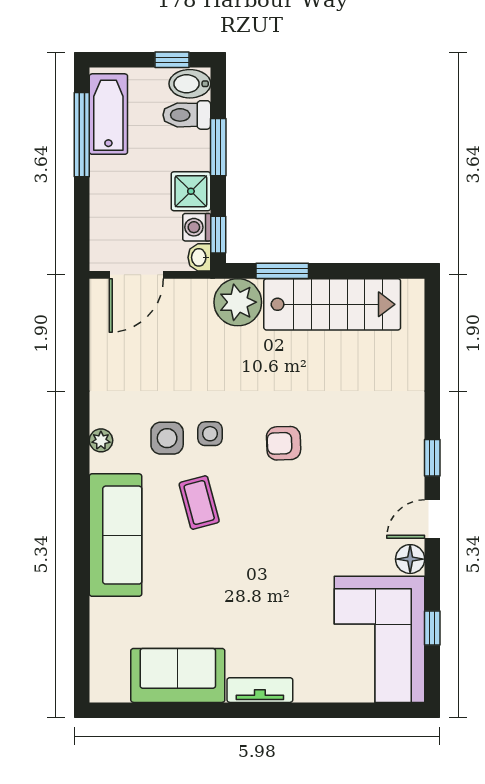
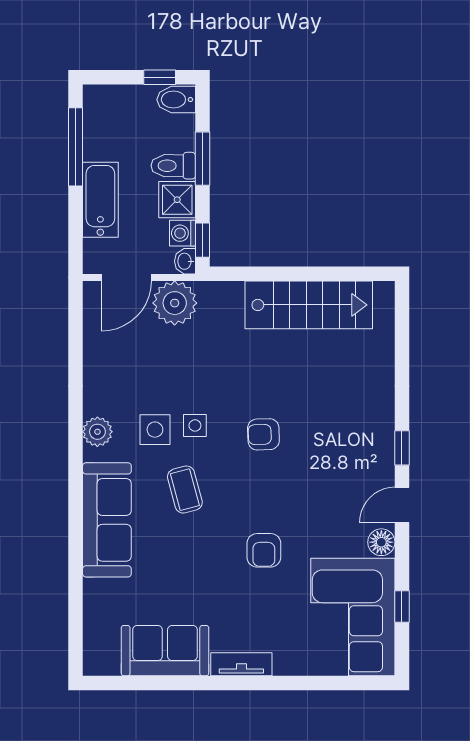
bathtub: (108, 114) -> (100, 200), moved
toilet: (187, 115) -> (173, 166), moved
window: (282, 271) -> (262, 274), removed
plant: (238, 302) -> (175, 303), moved
plant: (101, 440) -> (97, 432), width x1.38, depth x1.38
armchair: (284, 568) -> (264, 550), added

